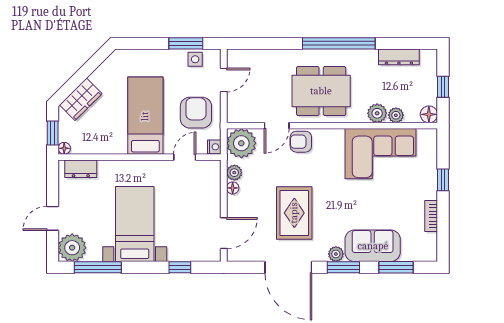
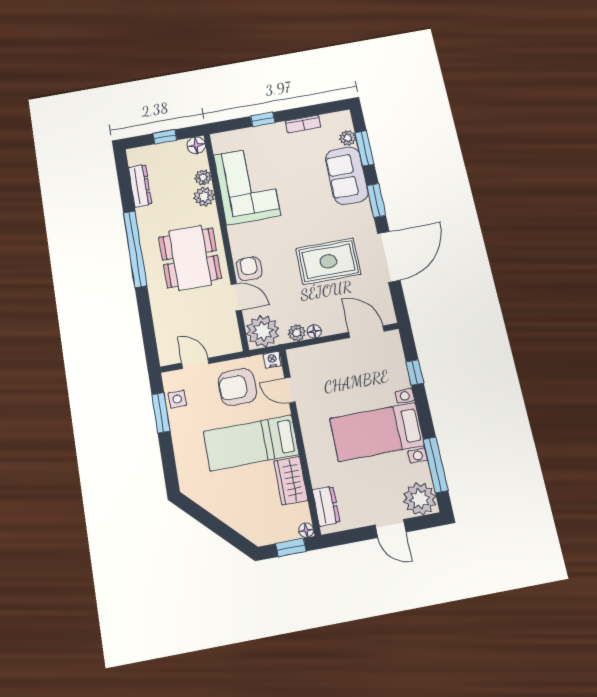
wardrobe: (81, 99) -> (291, 481), moved, turned -135
armchair: (301, 142) -> (249, 269), turned 180
plant: (336, 254) -> (348, 138), moved

